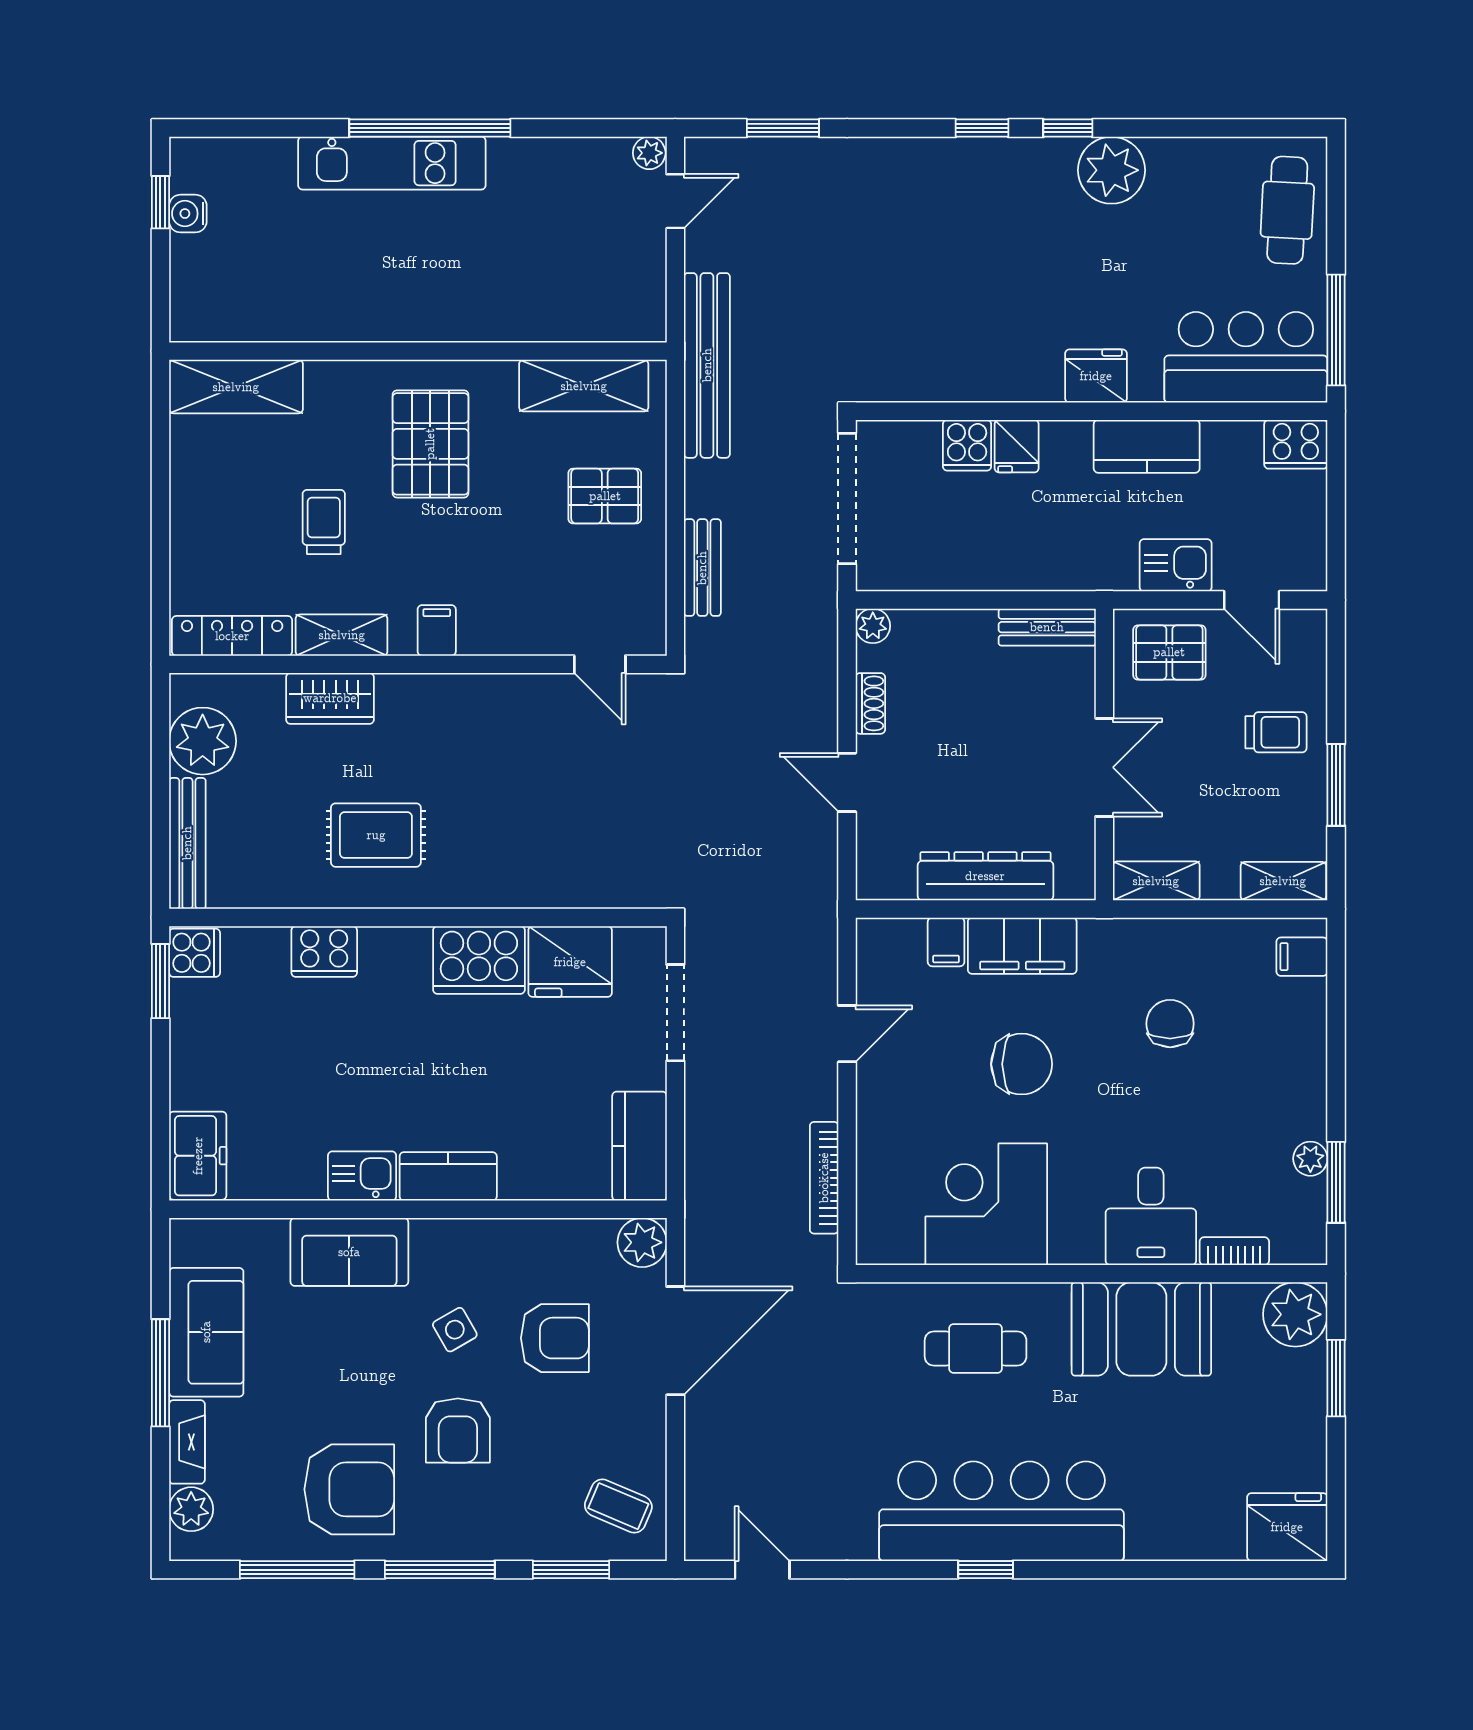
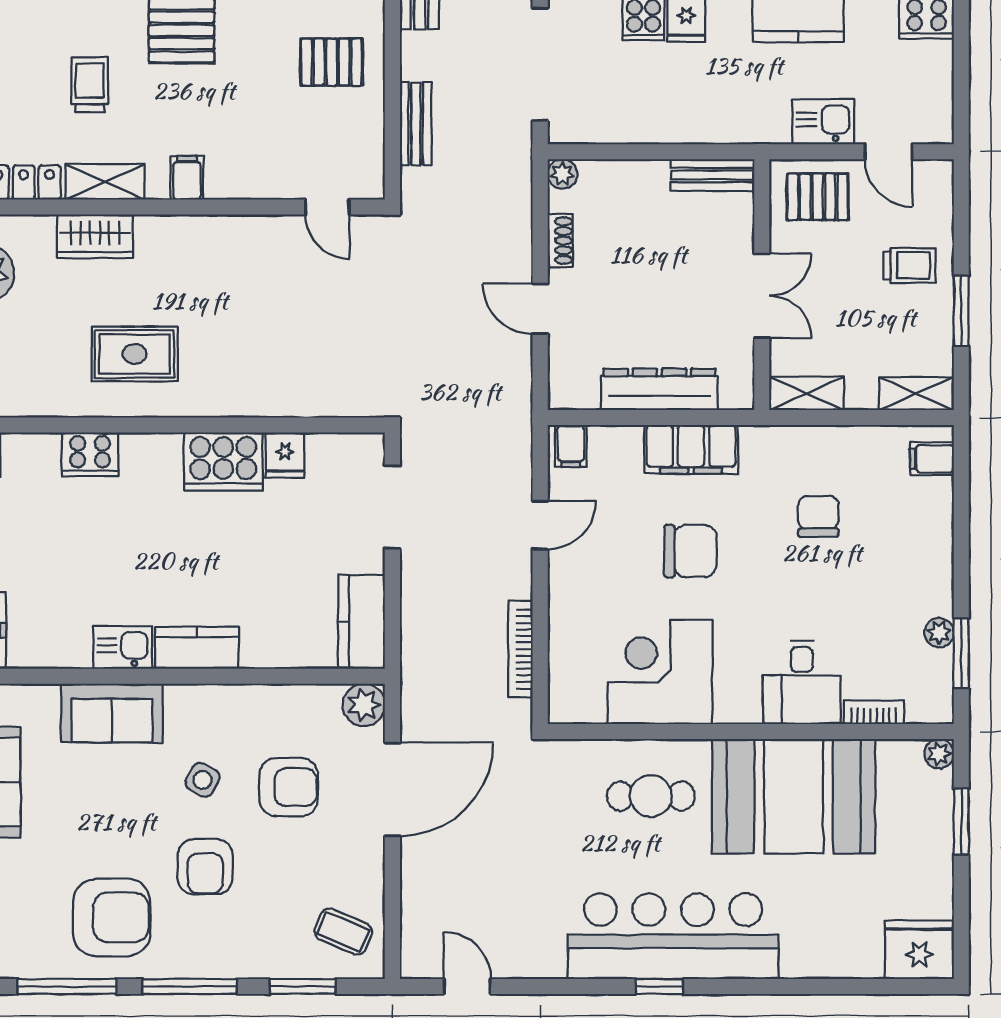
filing cabinet: (946, 942) -> (571, 446), moved
fridge: (570, 962) -> (285, 455), width x0.53, depth x0.75
plant: (1295, 1314) -> (939, 754), width x0.53, depth x0.53
booth: (1141, 1329) -> (794, 796), width x1.36, depth x1.42
side table: (455, 1330) -> (203, 780), turned -32

